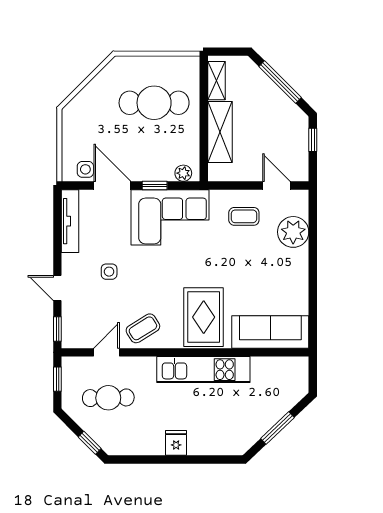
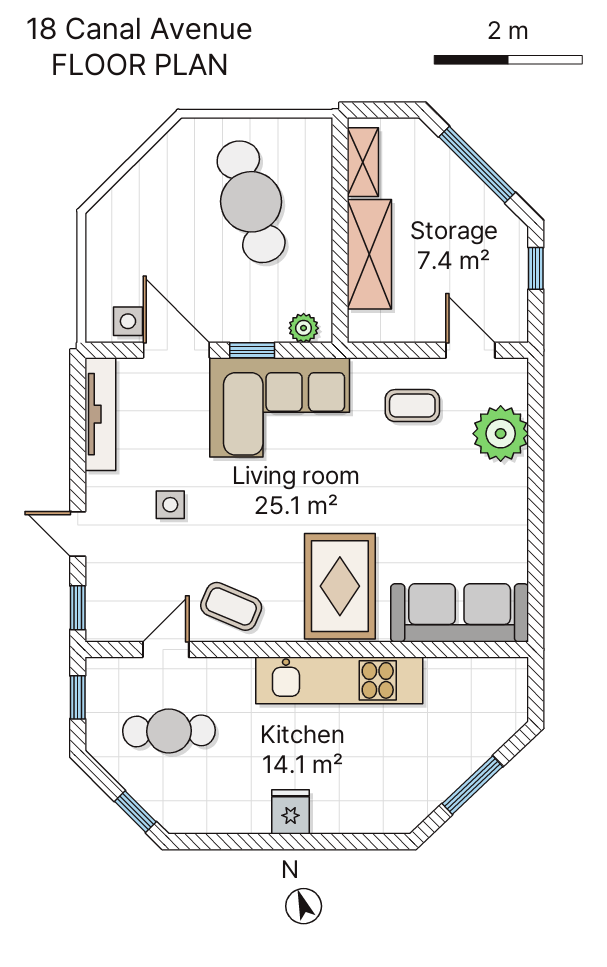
cafe table: (154, 103) -> (251, 202), turned 73
coffee table: (143, 328) -> (231, 606), turned 55

